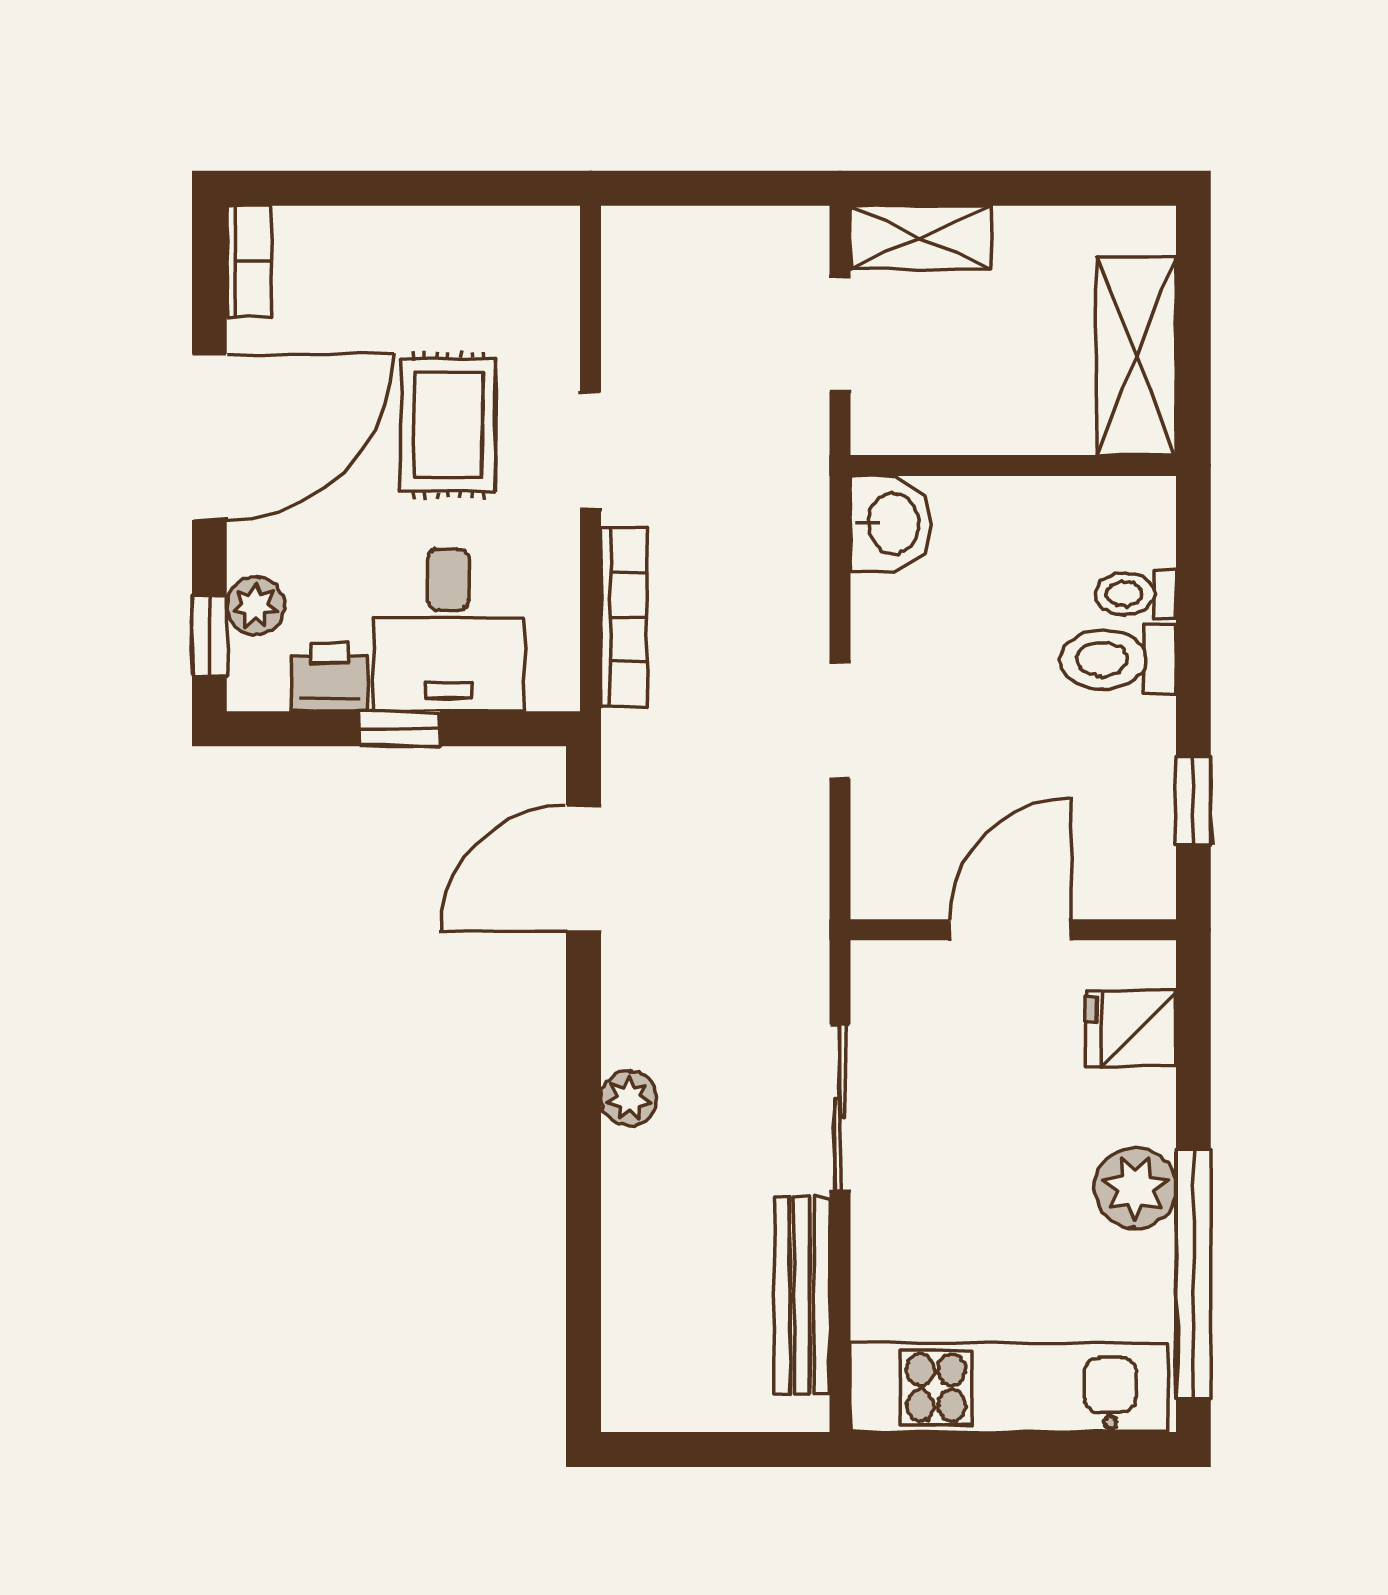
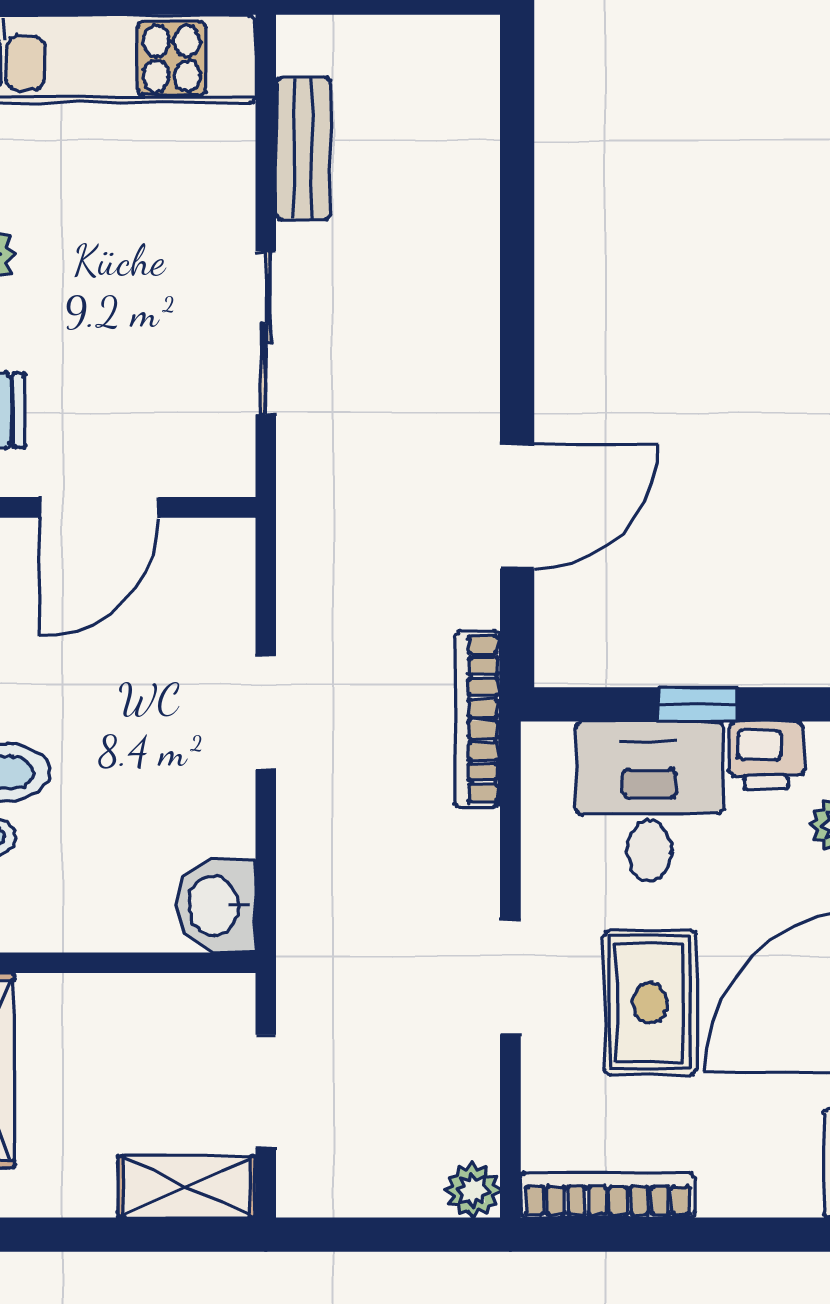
bookcase: (491, 228) -> (608, 1195), added
bookcase: (624, 617) -> (478, 719), moved
door: (584, 869) -> (517, 506), moved
plant: (629, 1098) -> (473, 1190), moved
bench: (802, 1296) -> (303, 149), width x0.73

